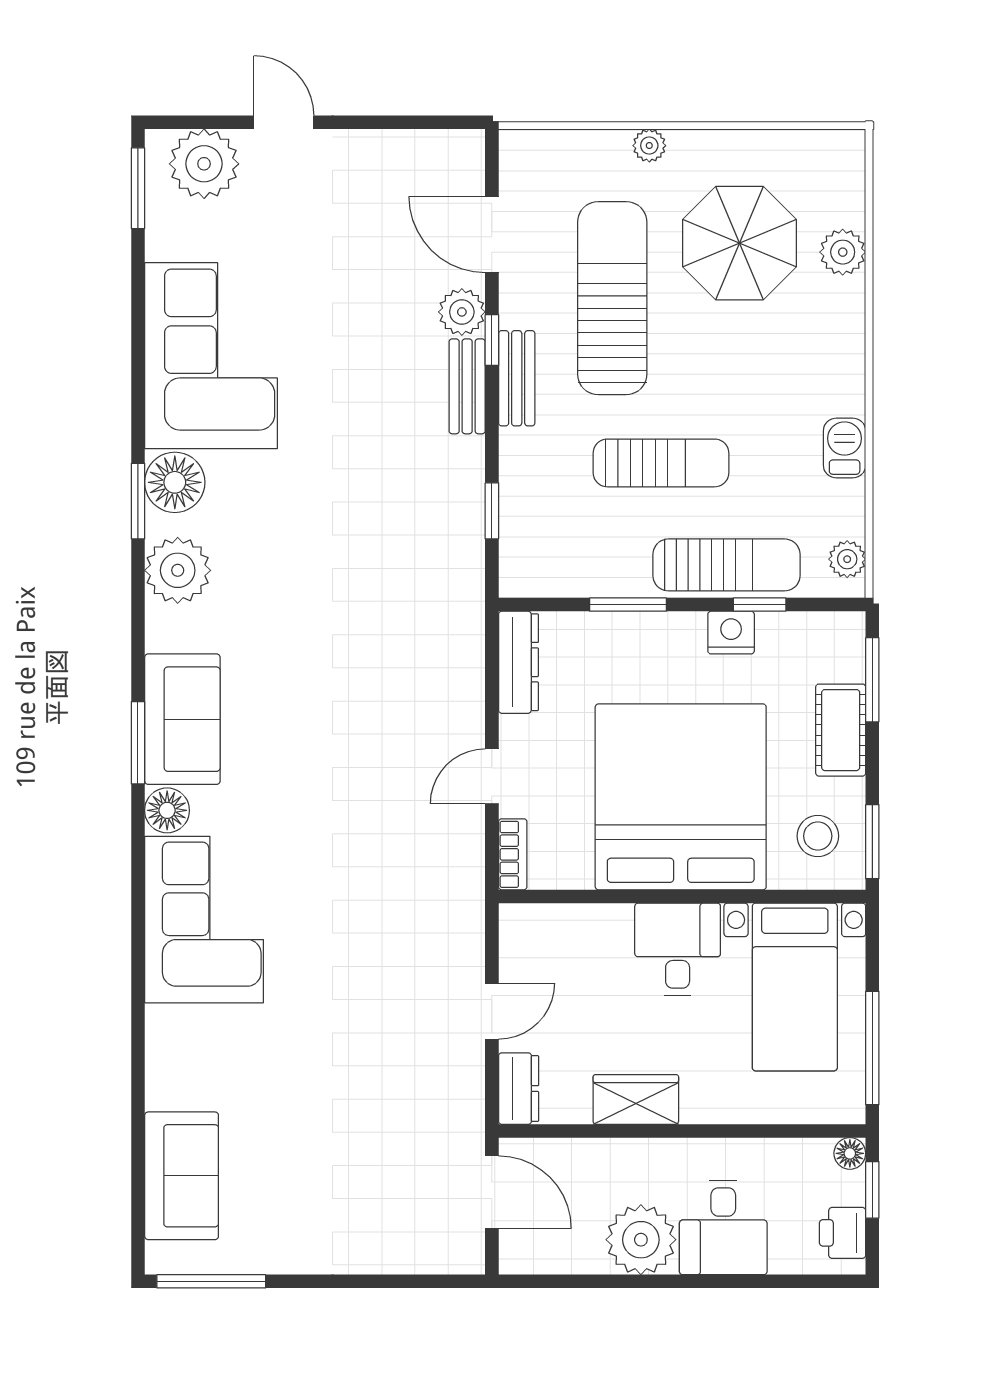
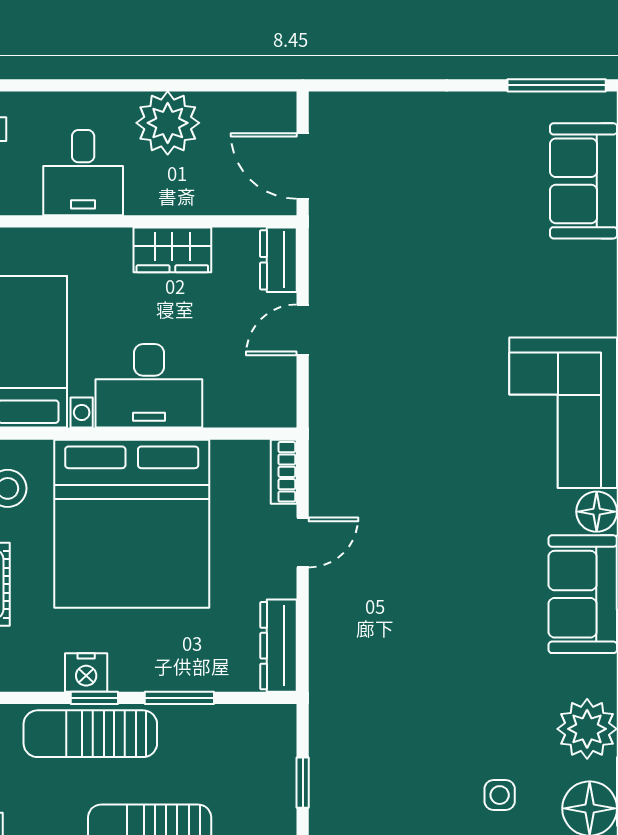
side table: (274, 497) -> (500, 795), added
window: (760, 605) -> (94, 698), moved
desk: (678, 949) -> (149, 386), width x1.37
desk: (723, 1227) -> (83, 173), moved, turned 180

